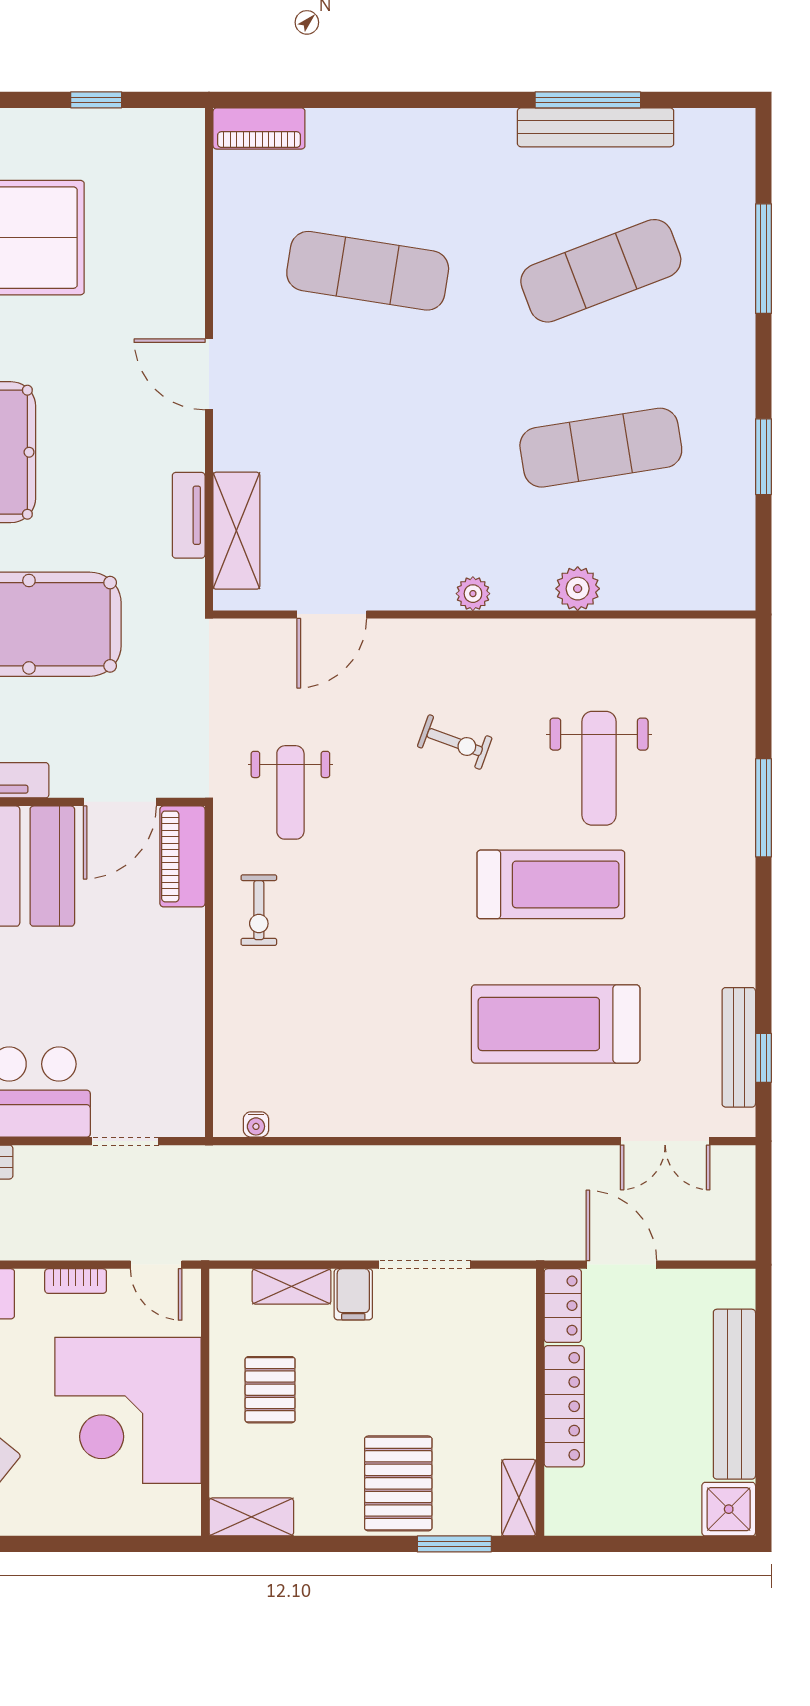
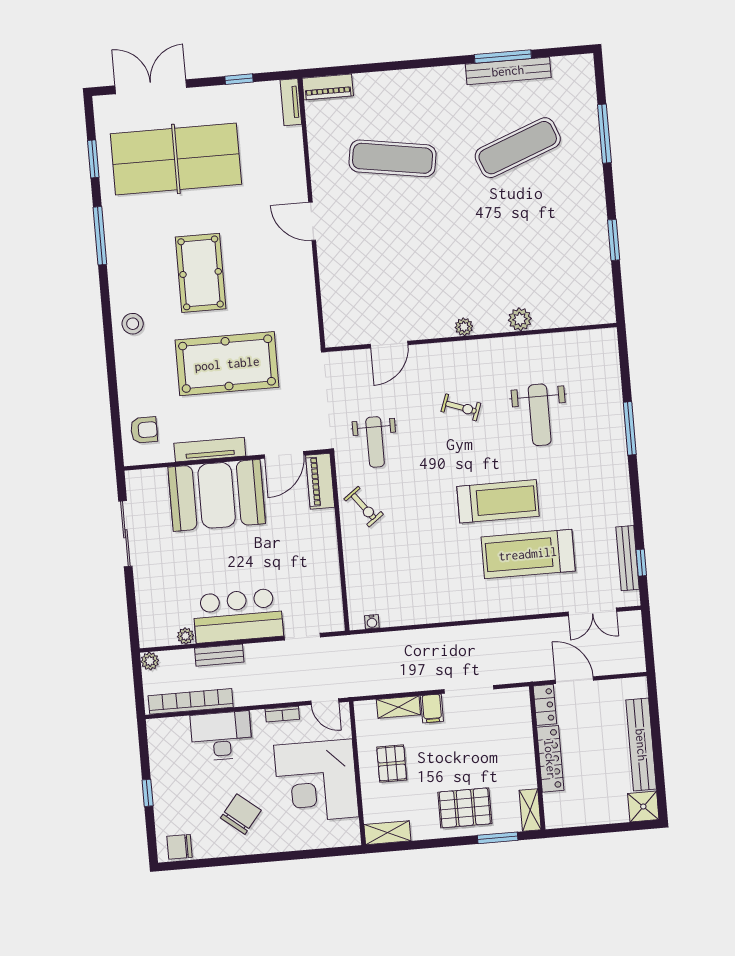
exercise mat: (601, 448) -> (526, 243), removed
tv unit: (189, 515) -> (291, 102), moved
shelving: (236, 531) -> (334, 304), removed
treadmill: (551, 884) -> (498, 501), moved
exercise bike: (259, 910) -> (364, 507), turned -37
pallet: (398, 1483) -> (465, 808), turned 90

